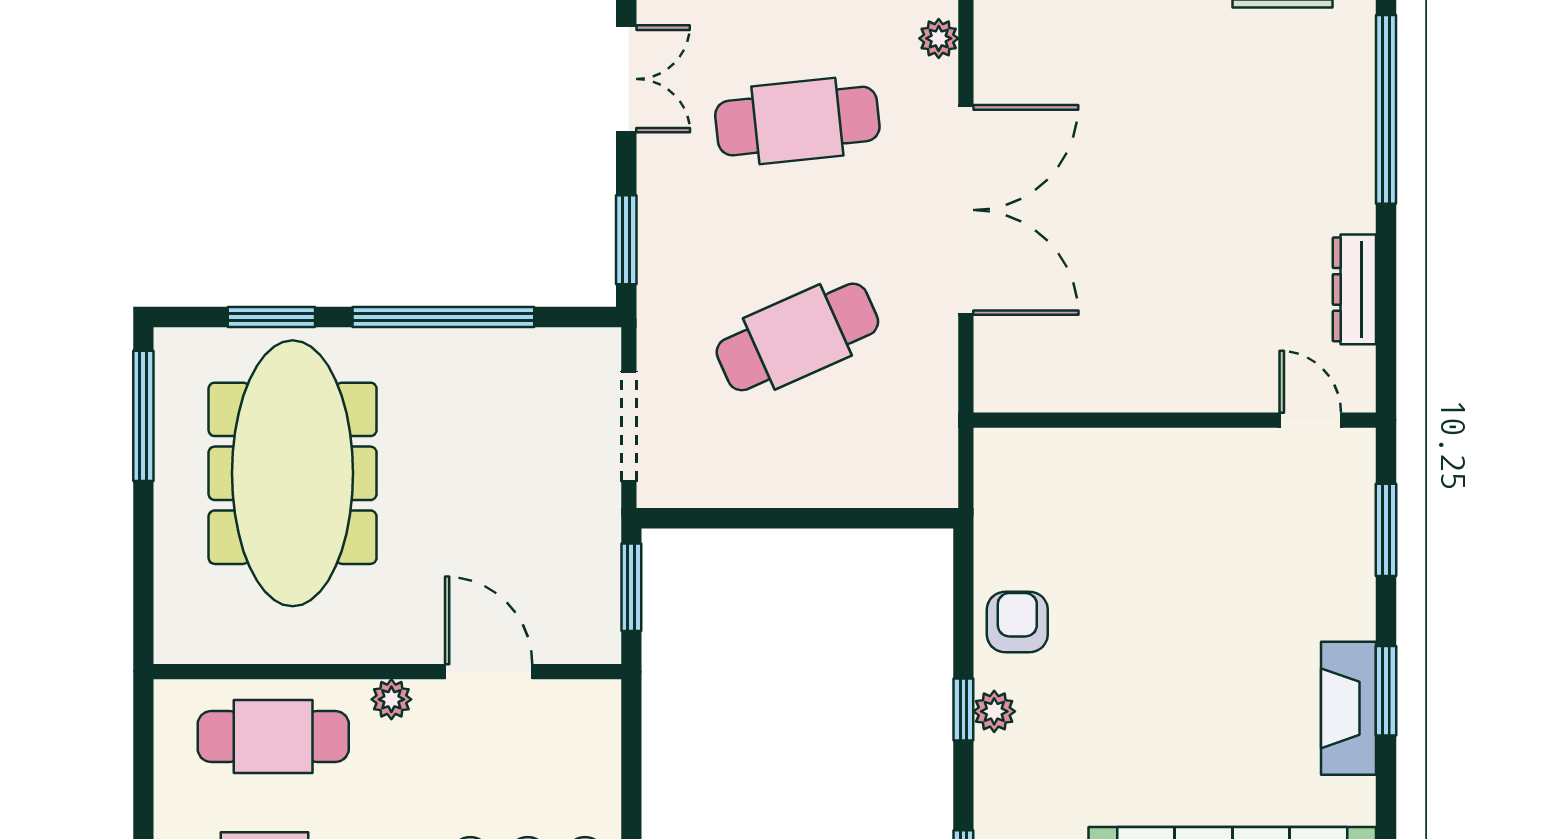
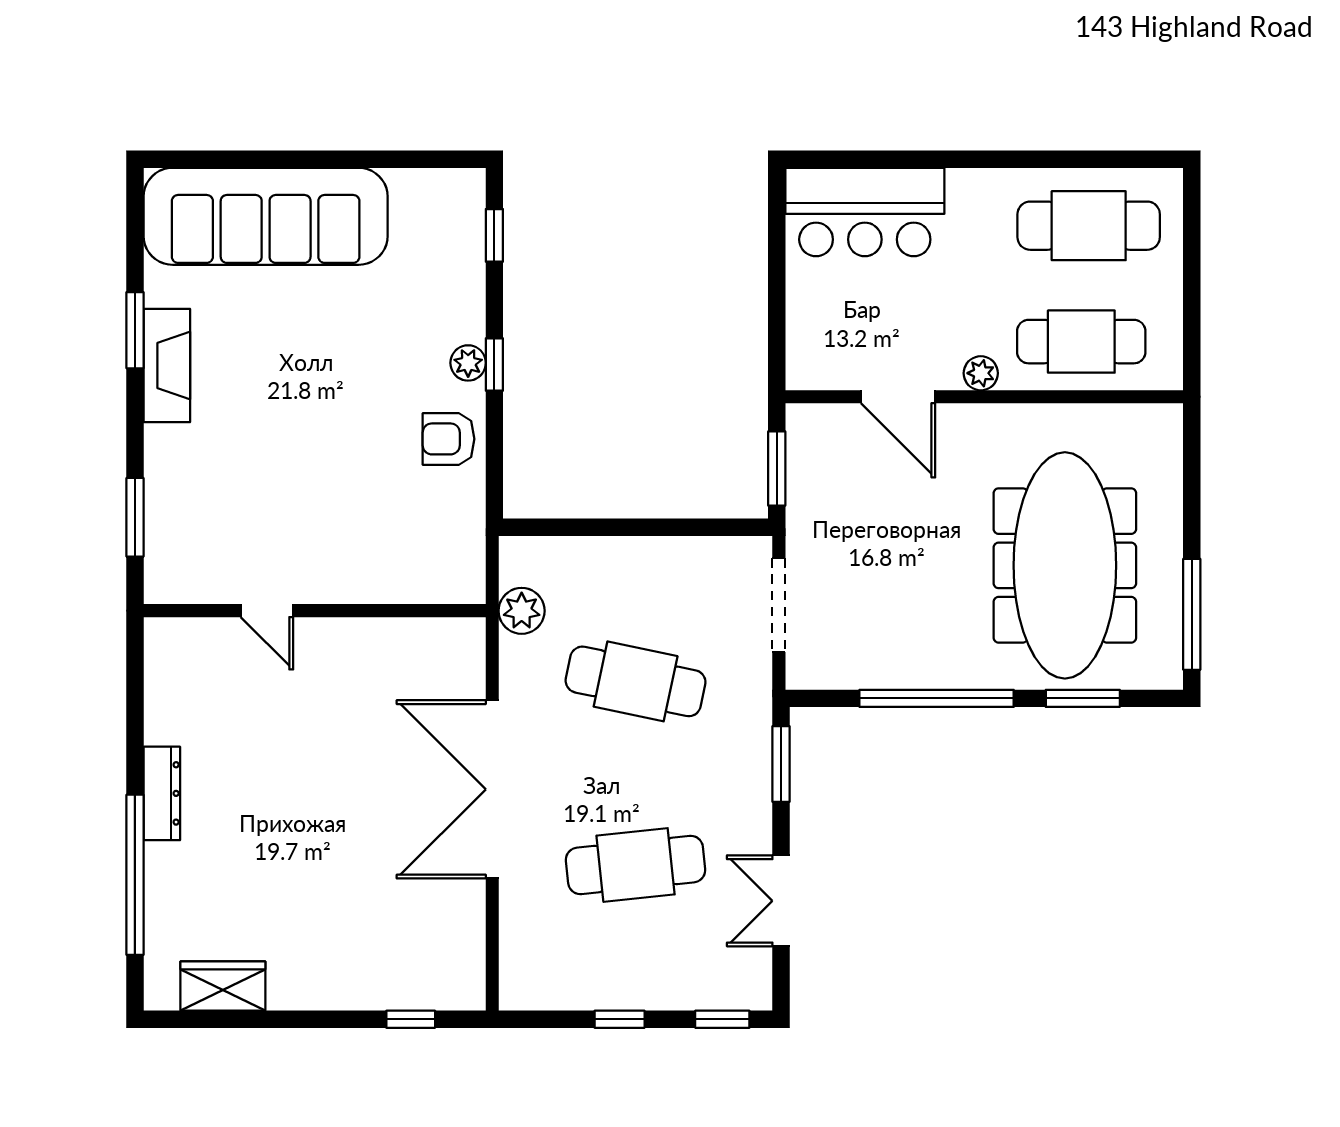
plant: (939, 38) -> (522, 611), moved, width x1.38, depth x1.38
dresser: (1354, 289) -> (162, 793), moved
cafe table: (797, 337) -> (636, 681), turned 36
door: (1310, 420) -> (267, 611), moved
armchair: (1017, 622) -> (448, 439), turned 90
window: (1386, 691) -> (135, 330), moved

